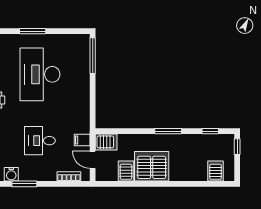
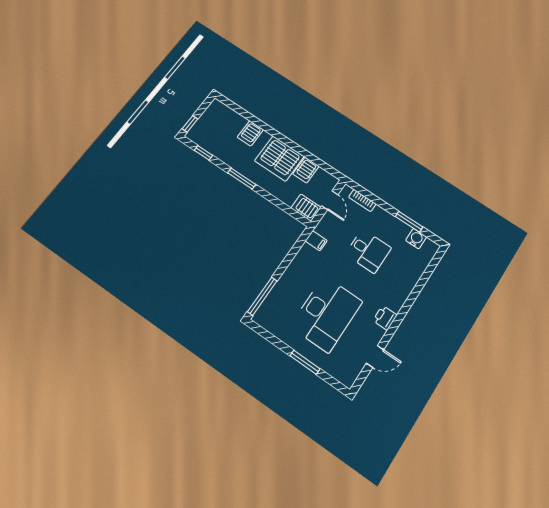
filing cabinet: (82, 140) -> (316, 241), moved
server rack: (216, 171) -> (250, 133), moved

